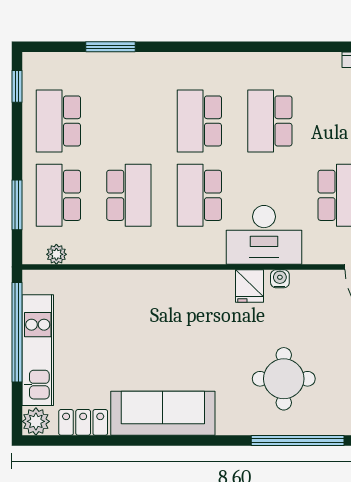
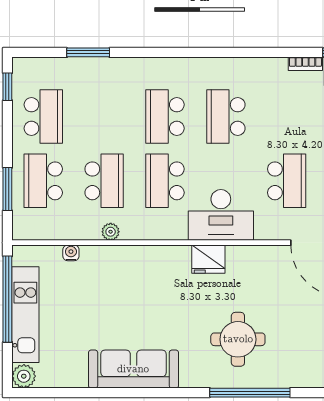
school desk: (58, 121) -> (43, 117), turned 180
plant: (56, 254) -> (111, 232), moved
water cooler: (280, 279) -> (71, 253), moved
fridge: (250, 286) -> (208, 259), width x1.38
locker: (83, 422) -> (65, 377), removed

